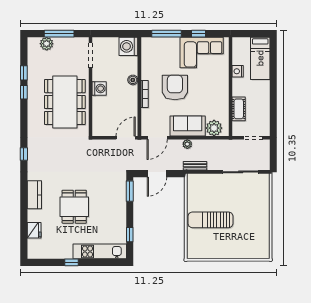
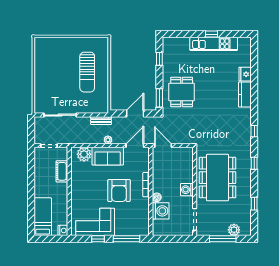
washing machine: (128, 46) -> (161, 211), moved
nightstand: (238, 71) -> (63, 230), moved
window: (24, 92) -> (254, 163), moved
door: (126, 138) -> (163, 146), swing flipped
dining table: (74, 207) -> (182, 92), moved
sun lounger: (210, 220) -> (87, 72), turned 90
fridge: (34, 230) -> (245, 74), moved
kitchen unit: (100, 251) -> (214, 44), moved

